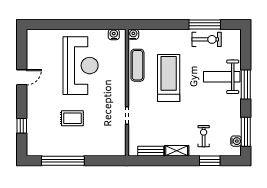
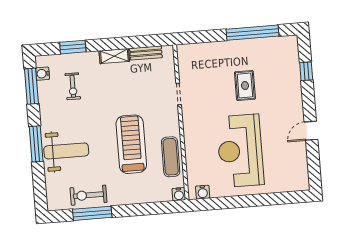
treadmill: (169, 78) -> (131, 144), turned 180
rug: (72, 118) -> (245, 85), turned 90
exercise bike: (204, 136) -> (73, 86), moved

